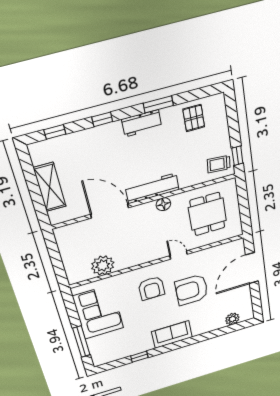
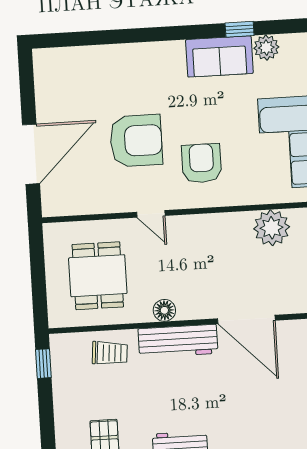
trolley: (219, 164) -> (110, 353), moved
plant: (232, 319) -> (266, 48), moved
sofa: (172, 334) -> (219, 56), moved

